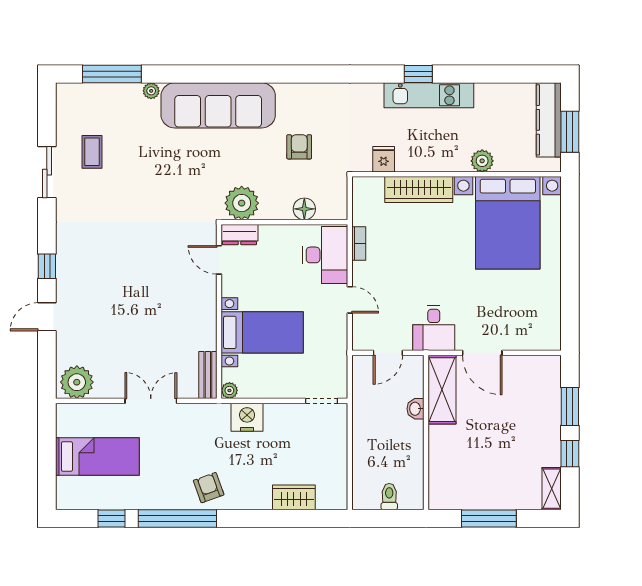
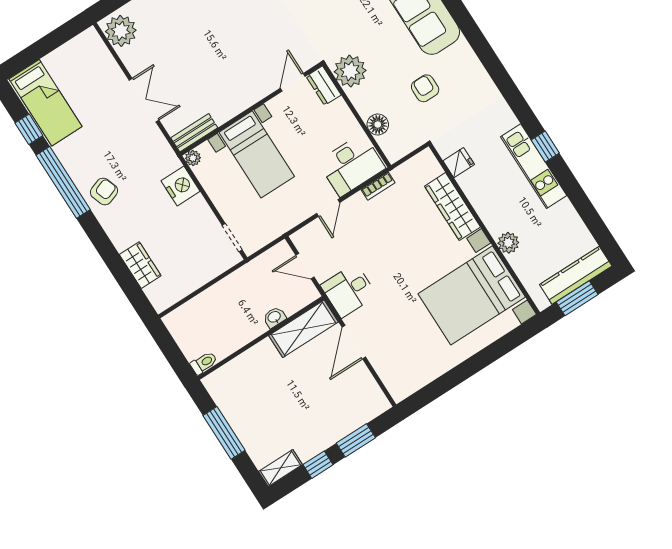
armchair: (299, 147) -> (425, 88), turned -90
bed: (97, 457) -> (46, 103), moved
toilet: (389, 497) -> (204, 363), moved

